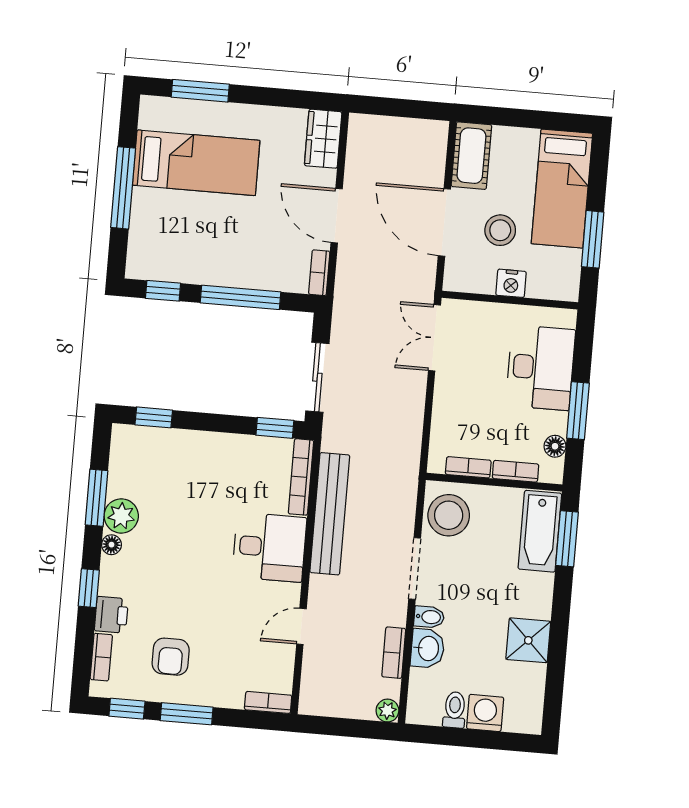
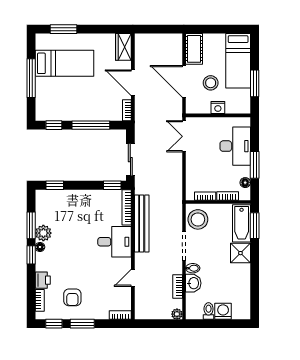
window: (89, 588) -> (31, 255), moved
shower: (528, 640) -> (240, 253), moved

